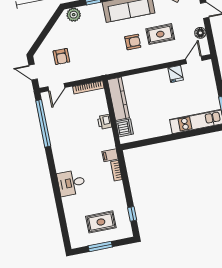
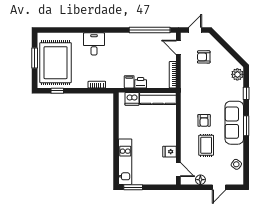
filing cabinet: (110, 155) -> (129, 82), moved
rug: (101, 222) -> (56, 63), width x1.86, depth x2.06

